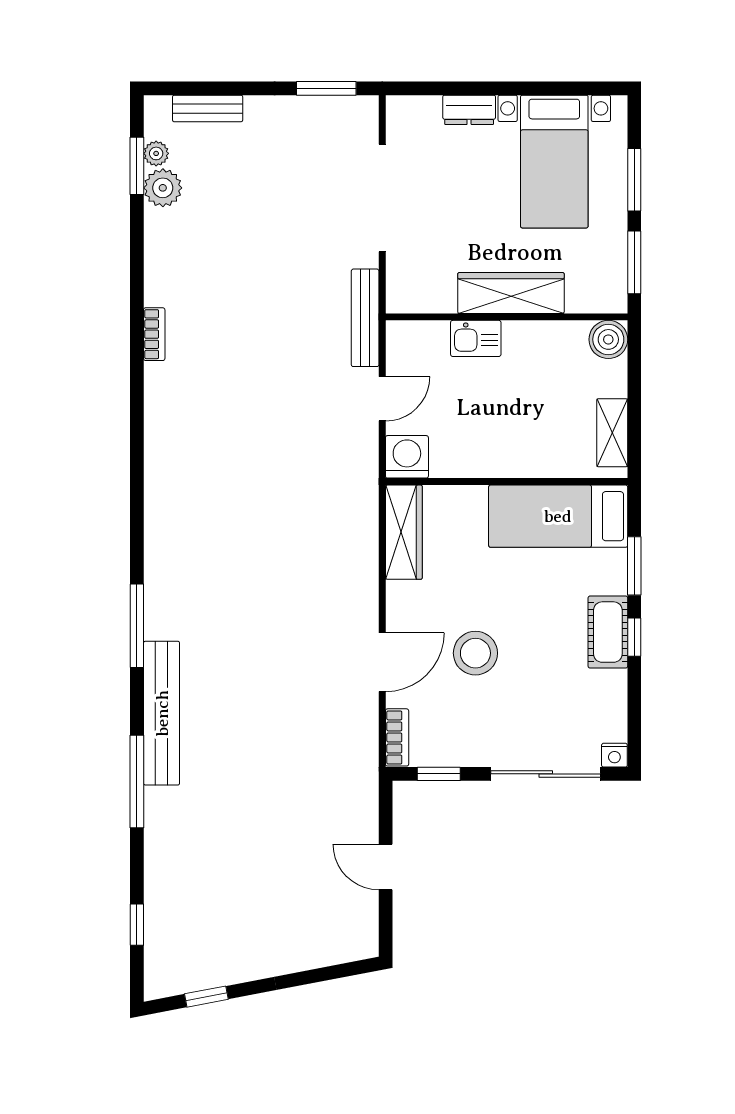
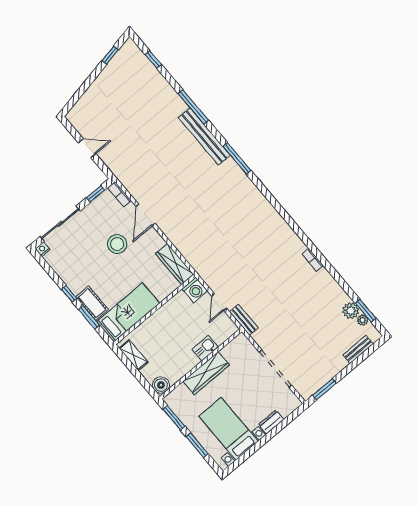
bench: (365, 318) -> (244, 320), width x0.73
cot: (608, 632) -> (92, 303), moved

